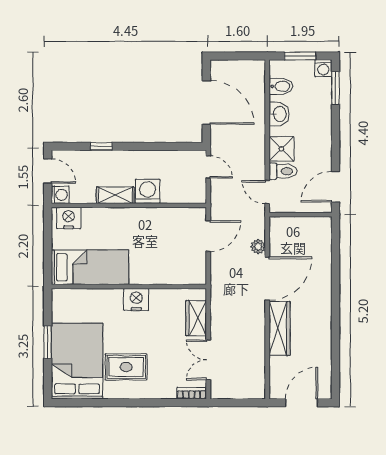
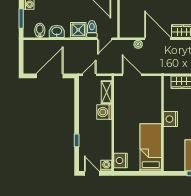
door: (48, 171) -> (92, 173), hinge flipped
shelving: (115, 195) -> (107, 92), moved

